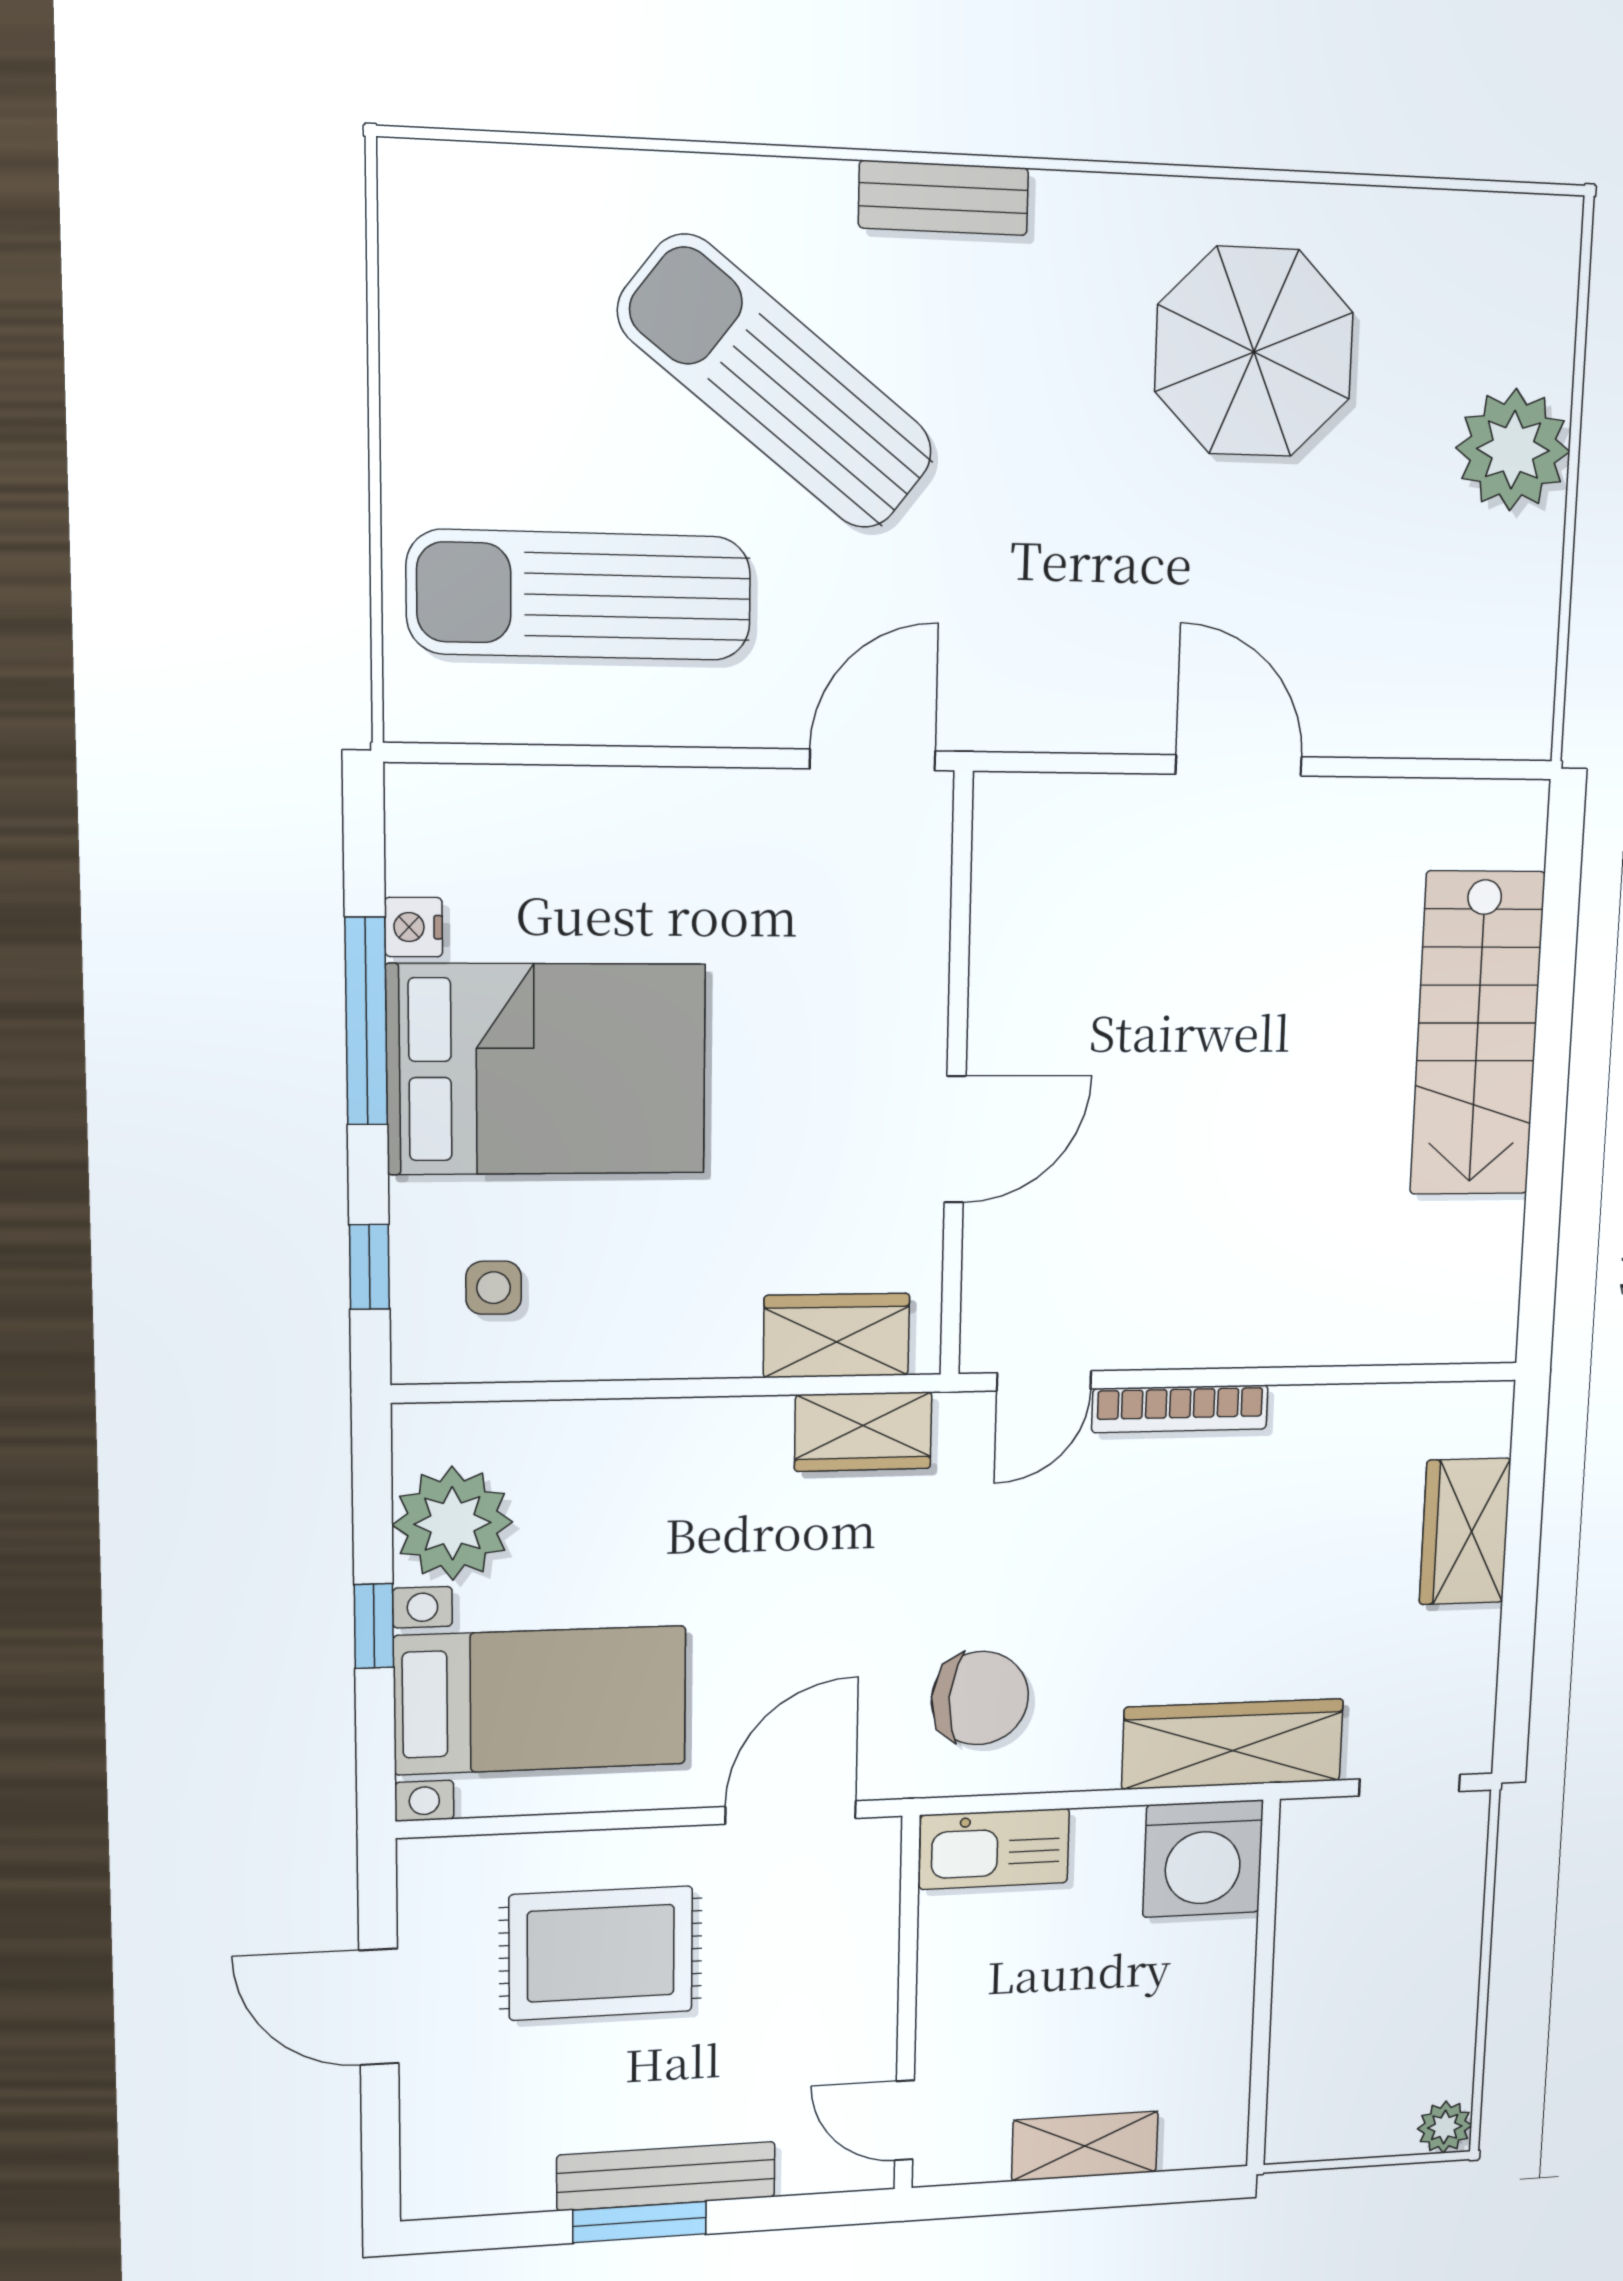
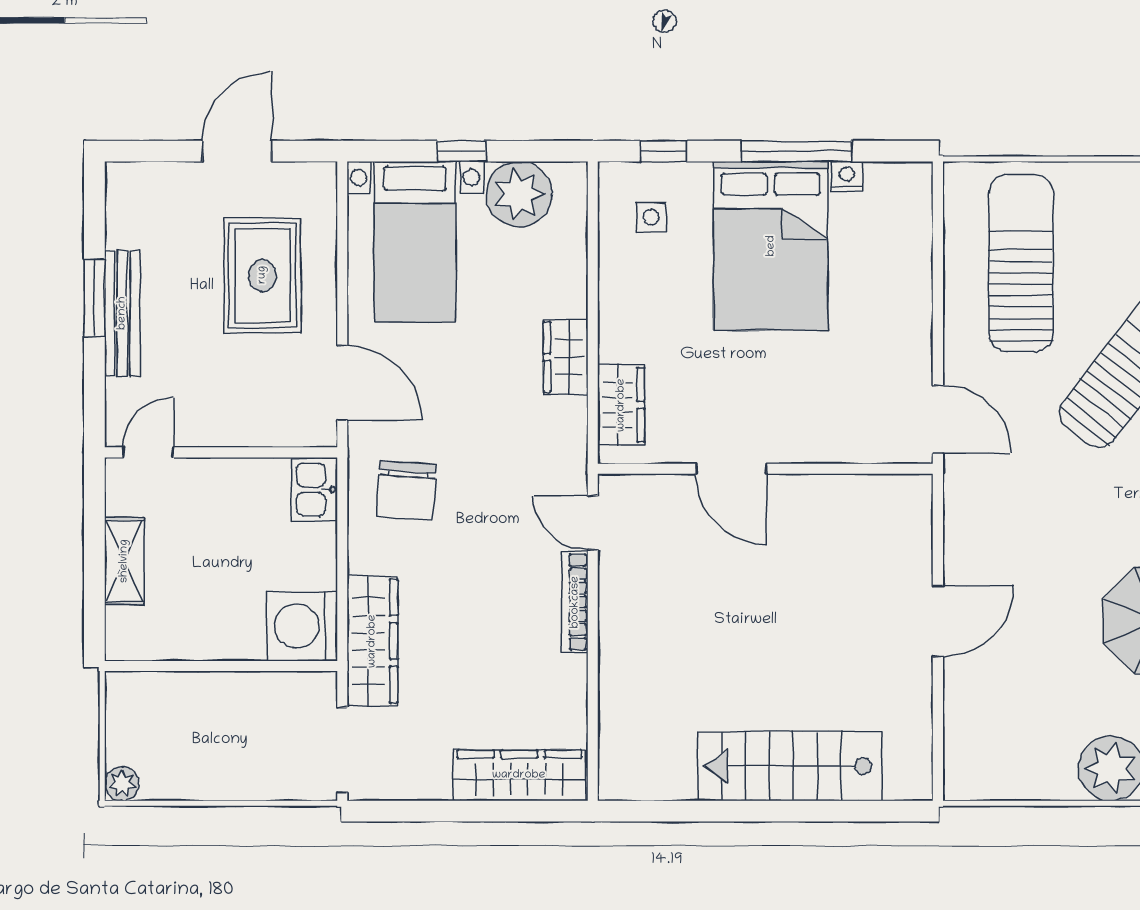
wardrobe: (863, 1432) -> (566, 357), moved
wardrobe: (1465, 1531) -> (519, 775), width x1.50
doorway: (1410, 1785) -> (342, 750), width x1.38
kitchen sink: (994, 1849) -> (314, 490), width x0.73

